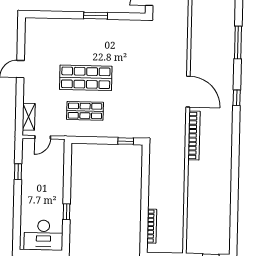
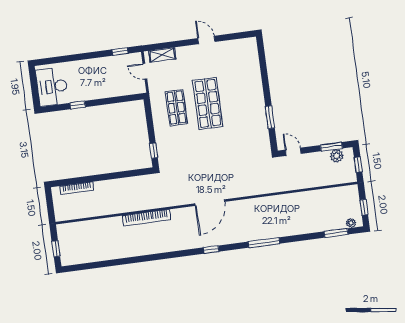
window: (96, 16) -> (270, 117), moved
bookcase: (194, 135) -> (147, 218), moved
window: (18, 172) -> (120, 52), moved

